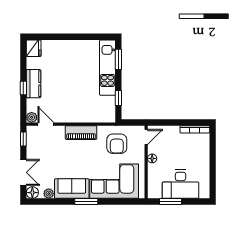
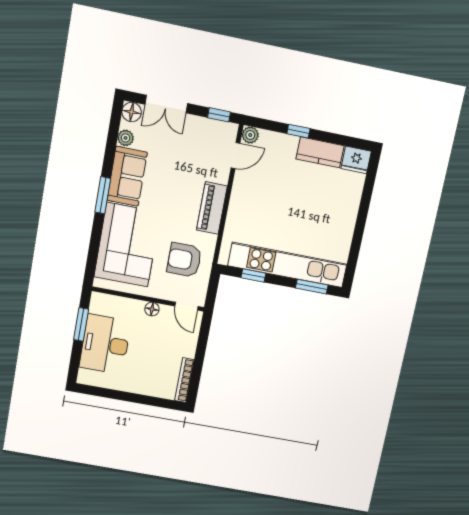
kitchen unit: (107, 68) -> (288, 265), width x1.36
kitchen counter: (34, 84) -> (320, 152), moved

